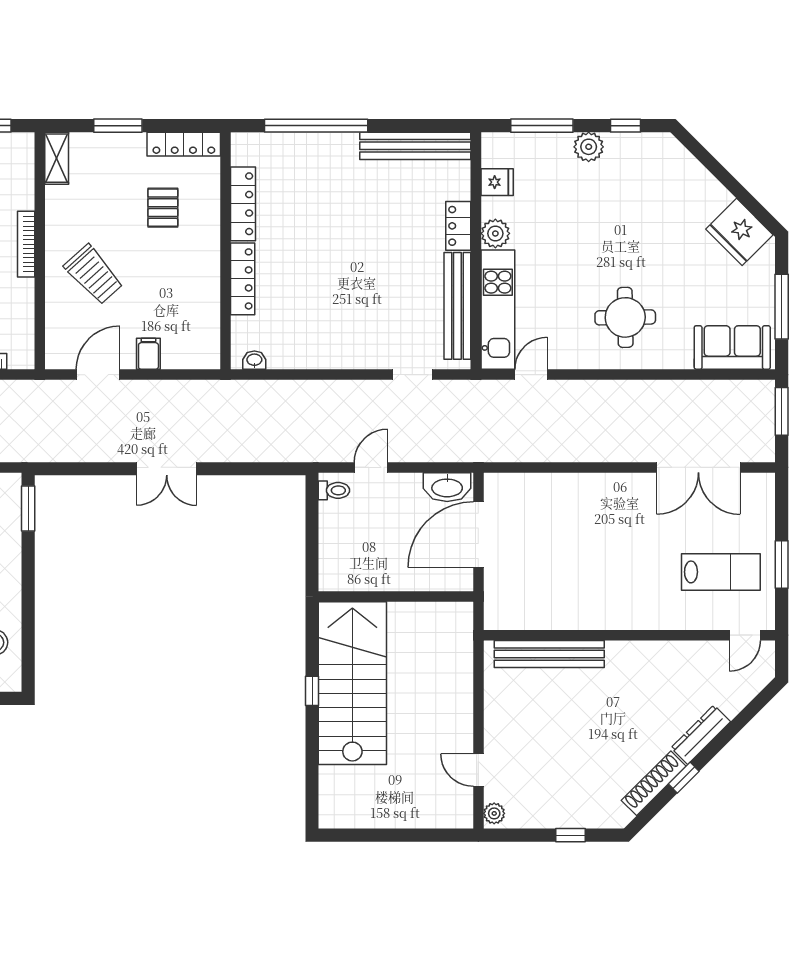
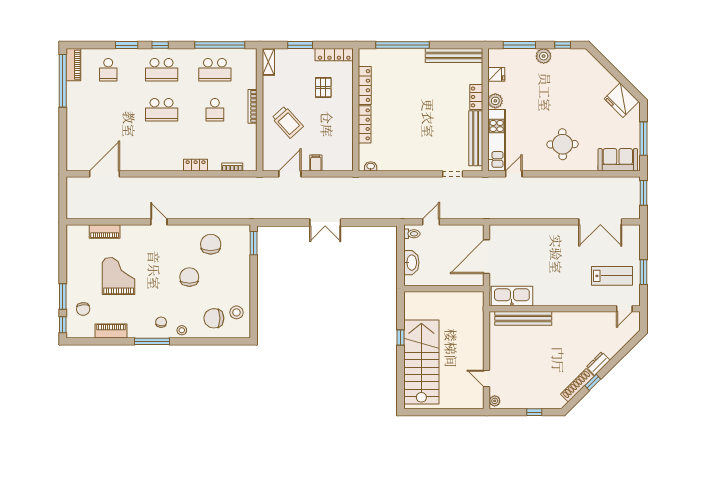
washbasin: (447, 487) -> (411, 263), moved, turned -90
kitchen sink: (527, 611) -> (512, 296), added
stairs: (352, 683) -> (421, 362), moved
dresser: (701, 735) -> (598, 364), width x0.70

